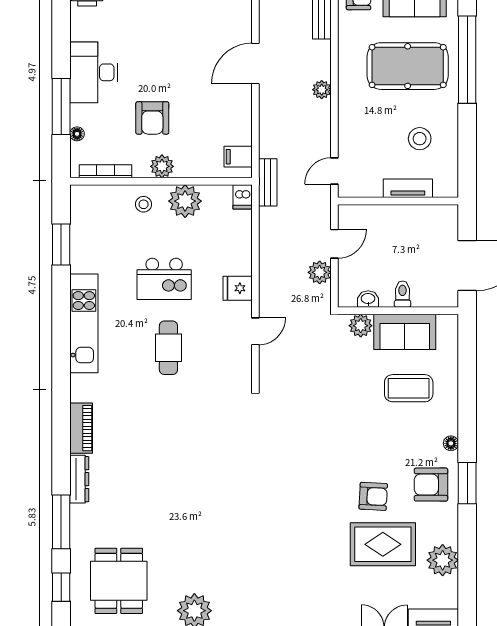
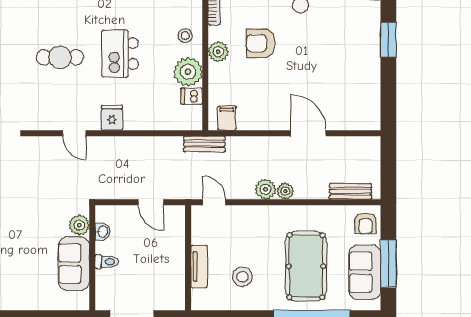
dishwasher: (243, 197) -> (192, 96), moved
plant: (320, 272) -> (266, 189), moved
coffee table: (409, 388) -> (25, 267), removed

